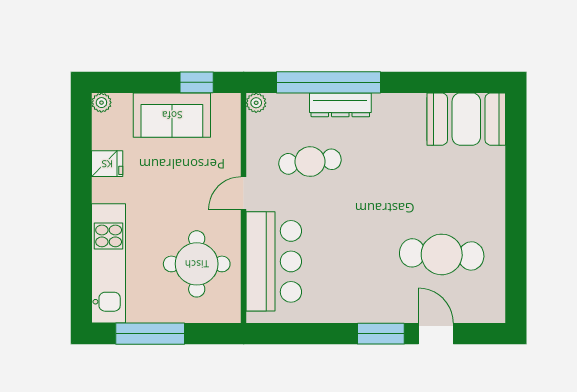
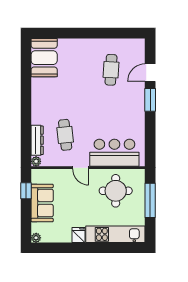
window: (328, 82) -> (26, 126), removed
dresser: (340, 105) -> (37, 140), moved
fridge: (107, 164) -> (78, 235), moved
cafe table: (442, 254) -> (111, 70), width x0.73, depth x0.74
window: (150, 334) -> (150, 200), moved

